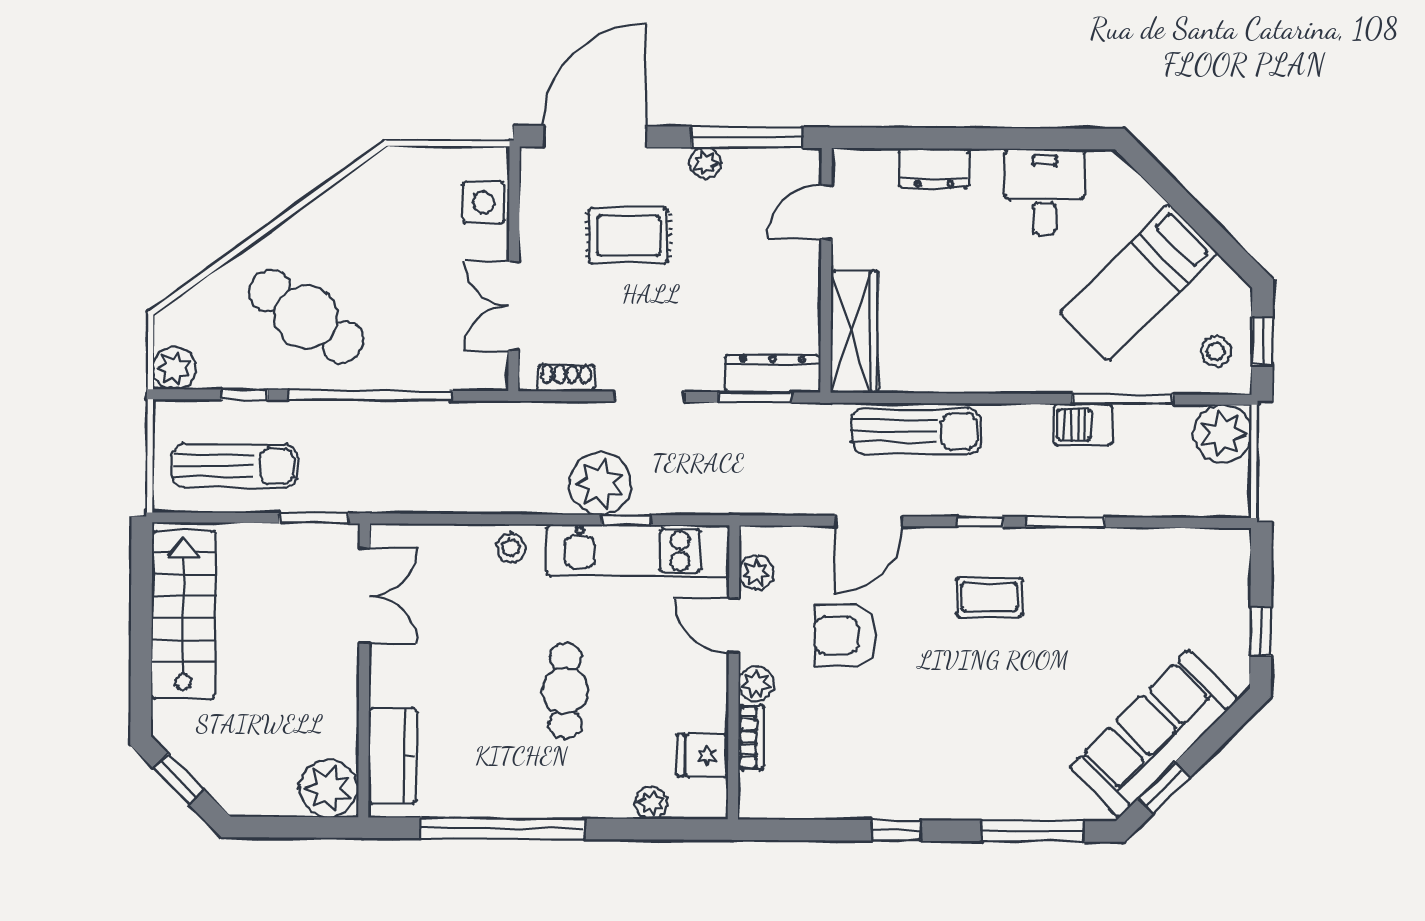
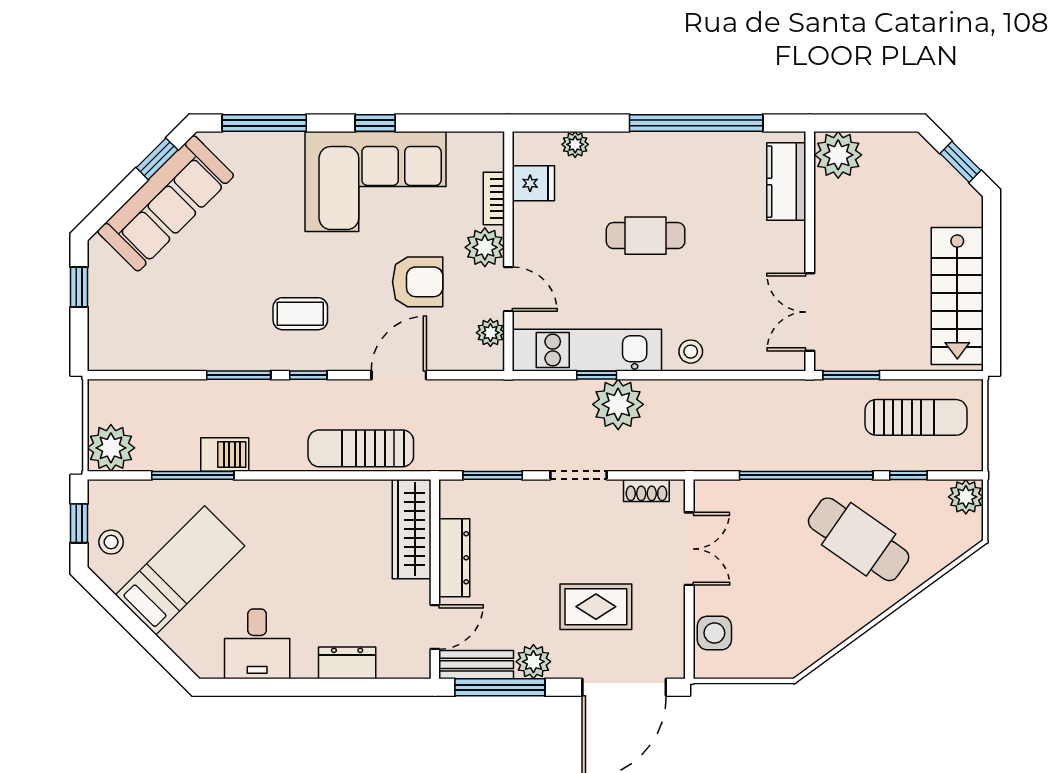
plant: (706, 163) -> (533, 662), width x1.38, depth x1.38
bench: (776, 165) -> (476, 665), added
stool: (1216, 352) -> (111, 542), moved
dresser: (773, 374) -> (454, 558), moved, turned -90
sun lounger: (235, 466) -> (916, 417), turned 180
plant: (756, 684) -> (485, 247), width x1.38, depth x1.38
cafe table: (565, 691) -> (646, 236), turned 90
corner sofa: (896, 759) -> (376, 182), added

